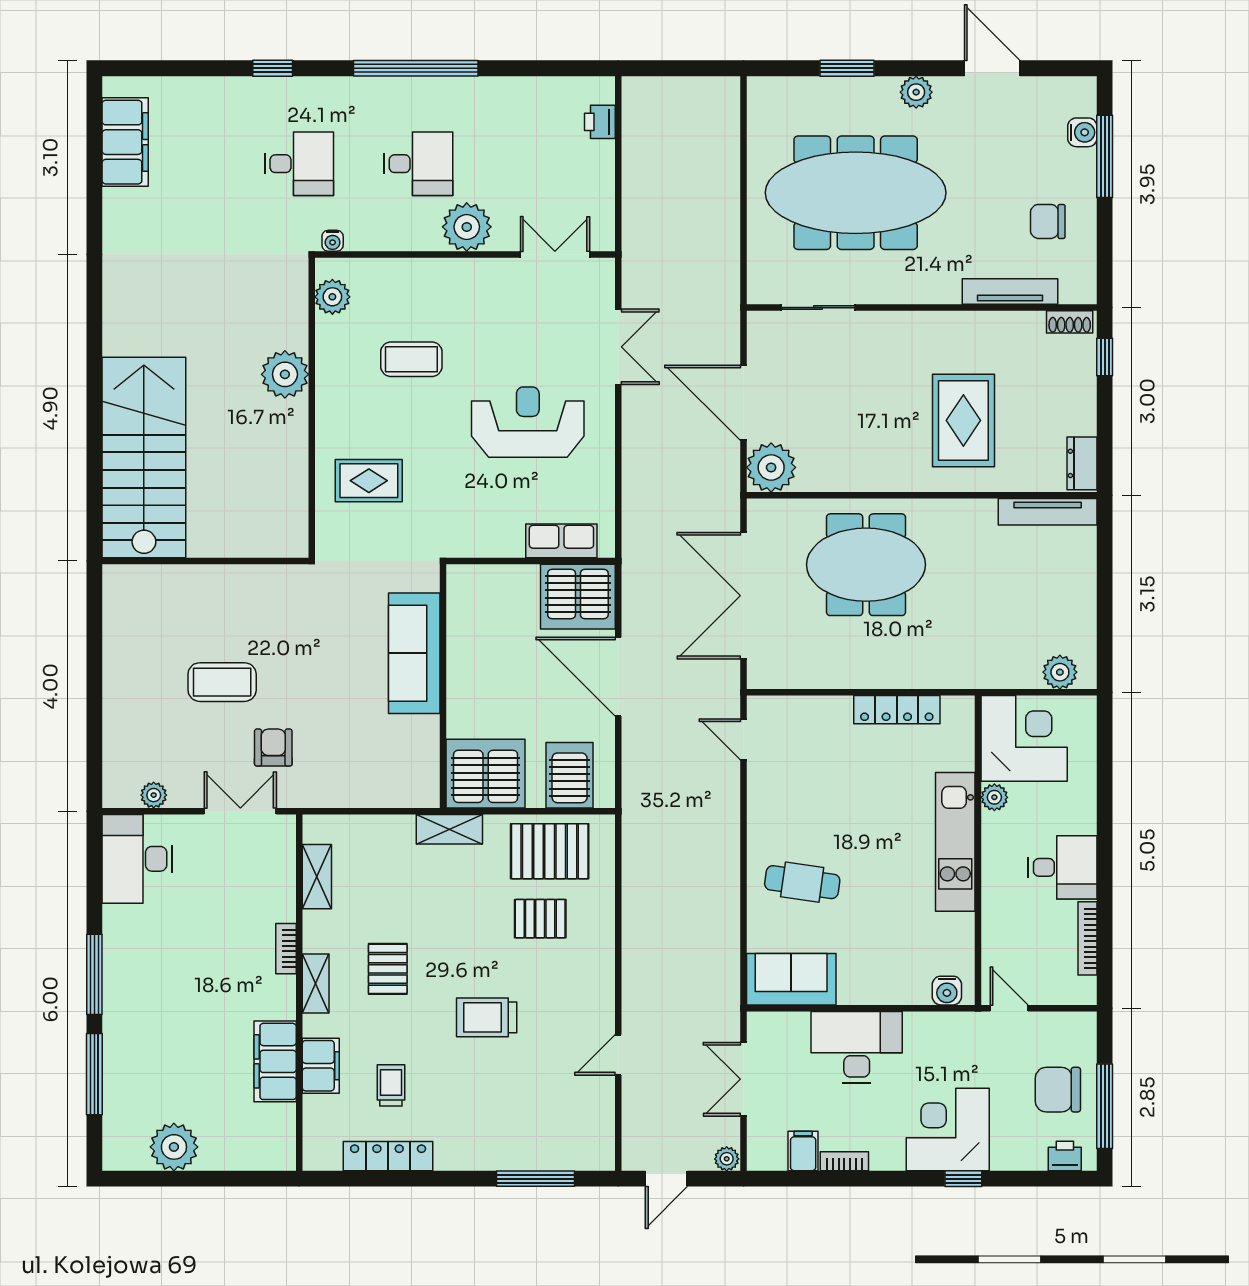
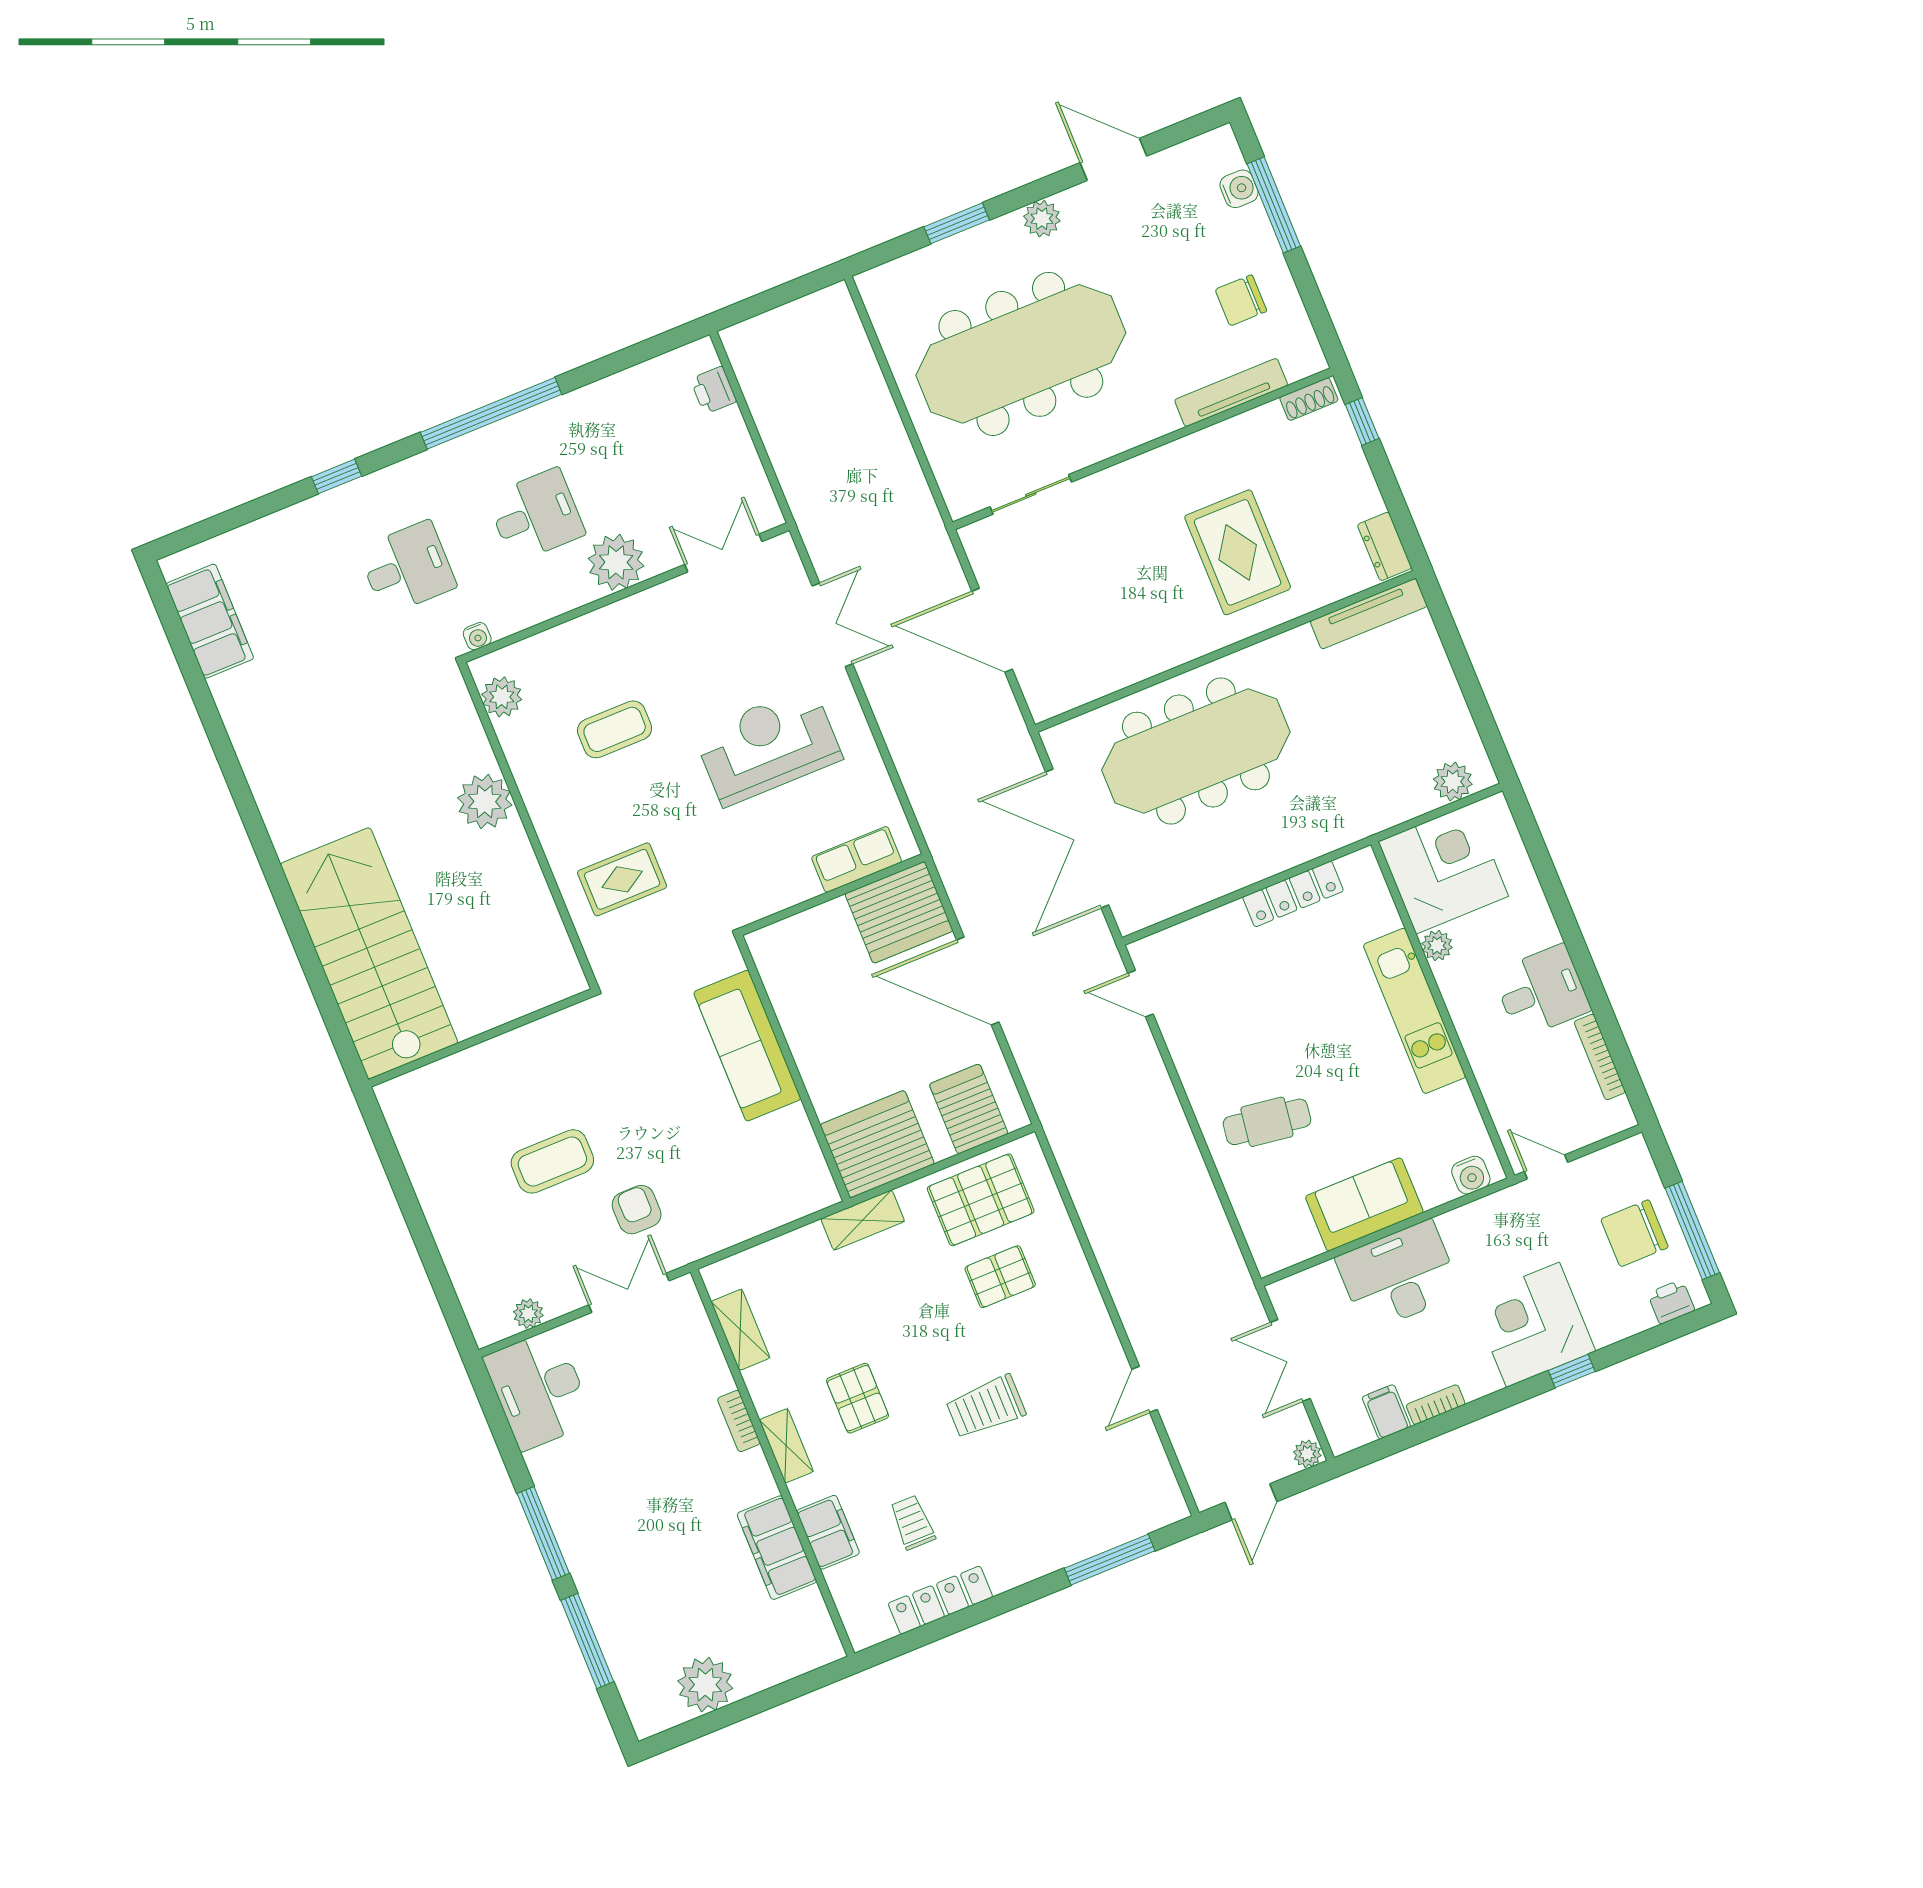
plant: (771, 467) -> (1051, 688), removed
meeting table: (866, 565) -> (1196, 751), width x1.36
sofa: (791, 979) -> (1364, 1204), moved

